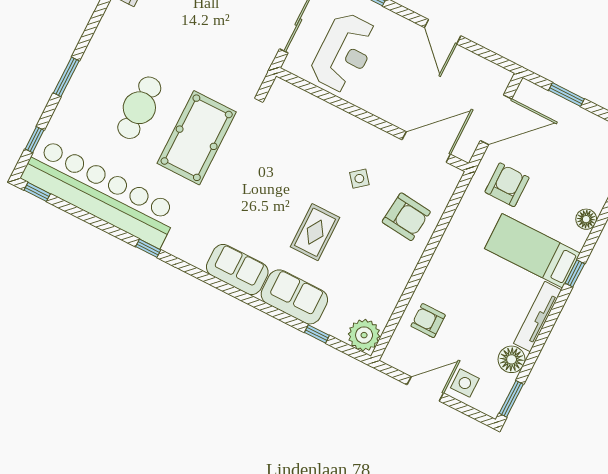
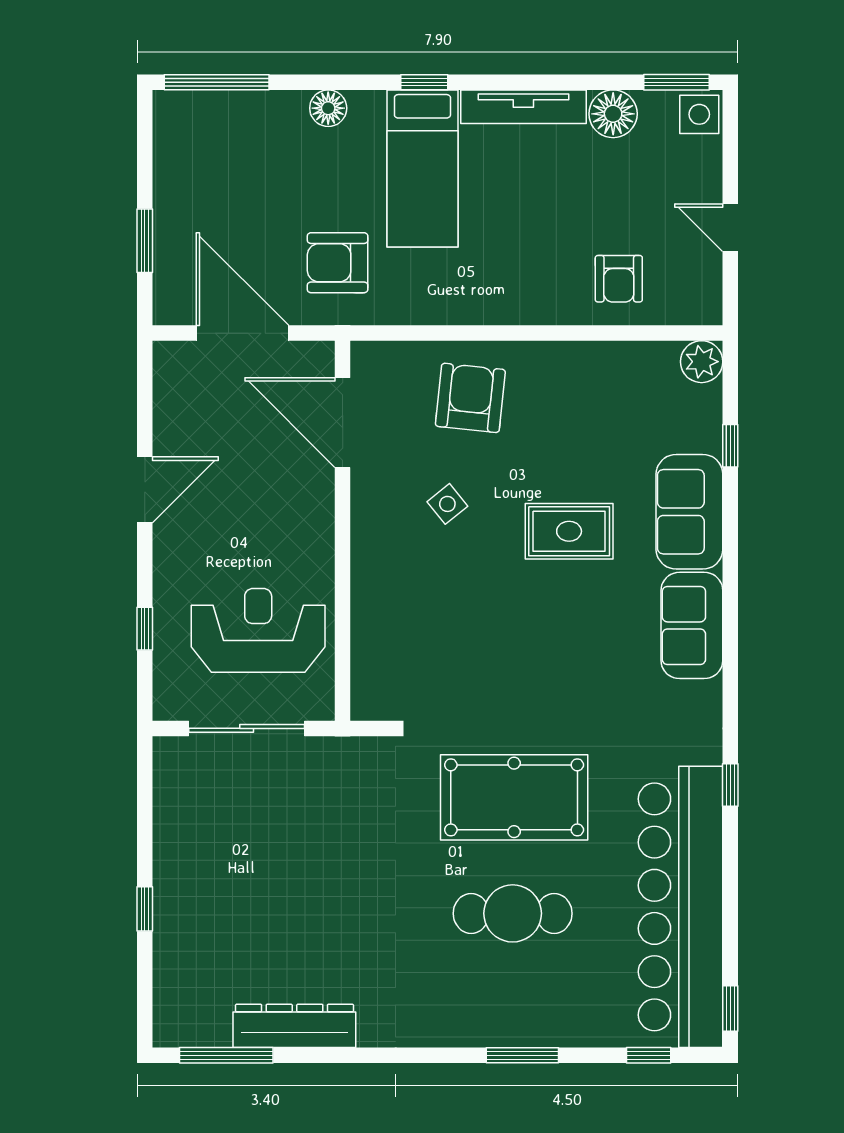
plant: (364, 335) -> (702, 362), width x0.73, depth x0.73
side table: (465, 383) -> (699, 114), moved
door: (425, 389) -> (730, 228), width x0.73

